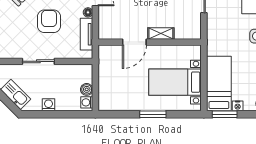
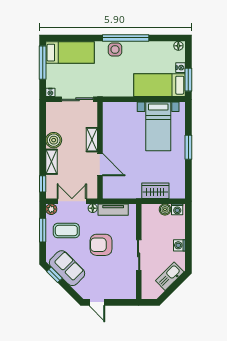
shelving: (161, 34) -> (92, 140), moved
door: (134, 42) -> (100, 165), moved
wall: (150, 42) -> (100, 150), moved
wardrobe: (107, 79) -> (155, 191), added

